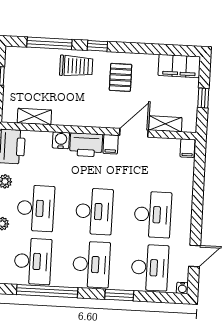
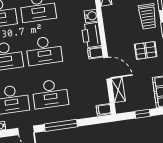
window: (197, 209) -> (61, 125), added

